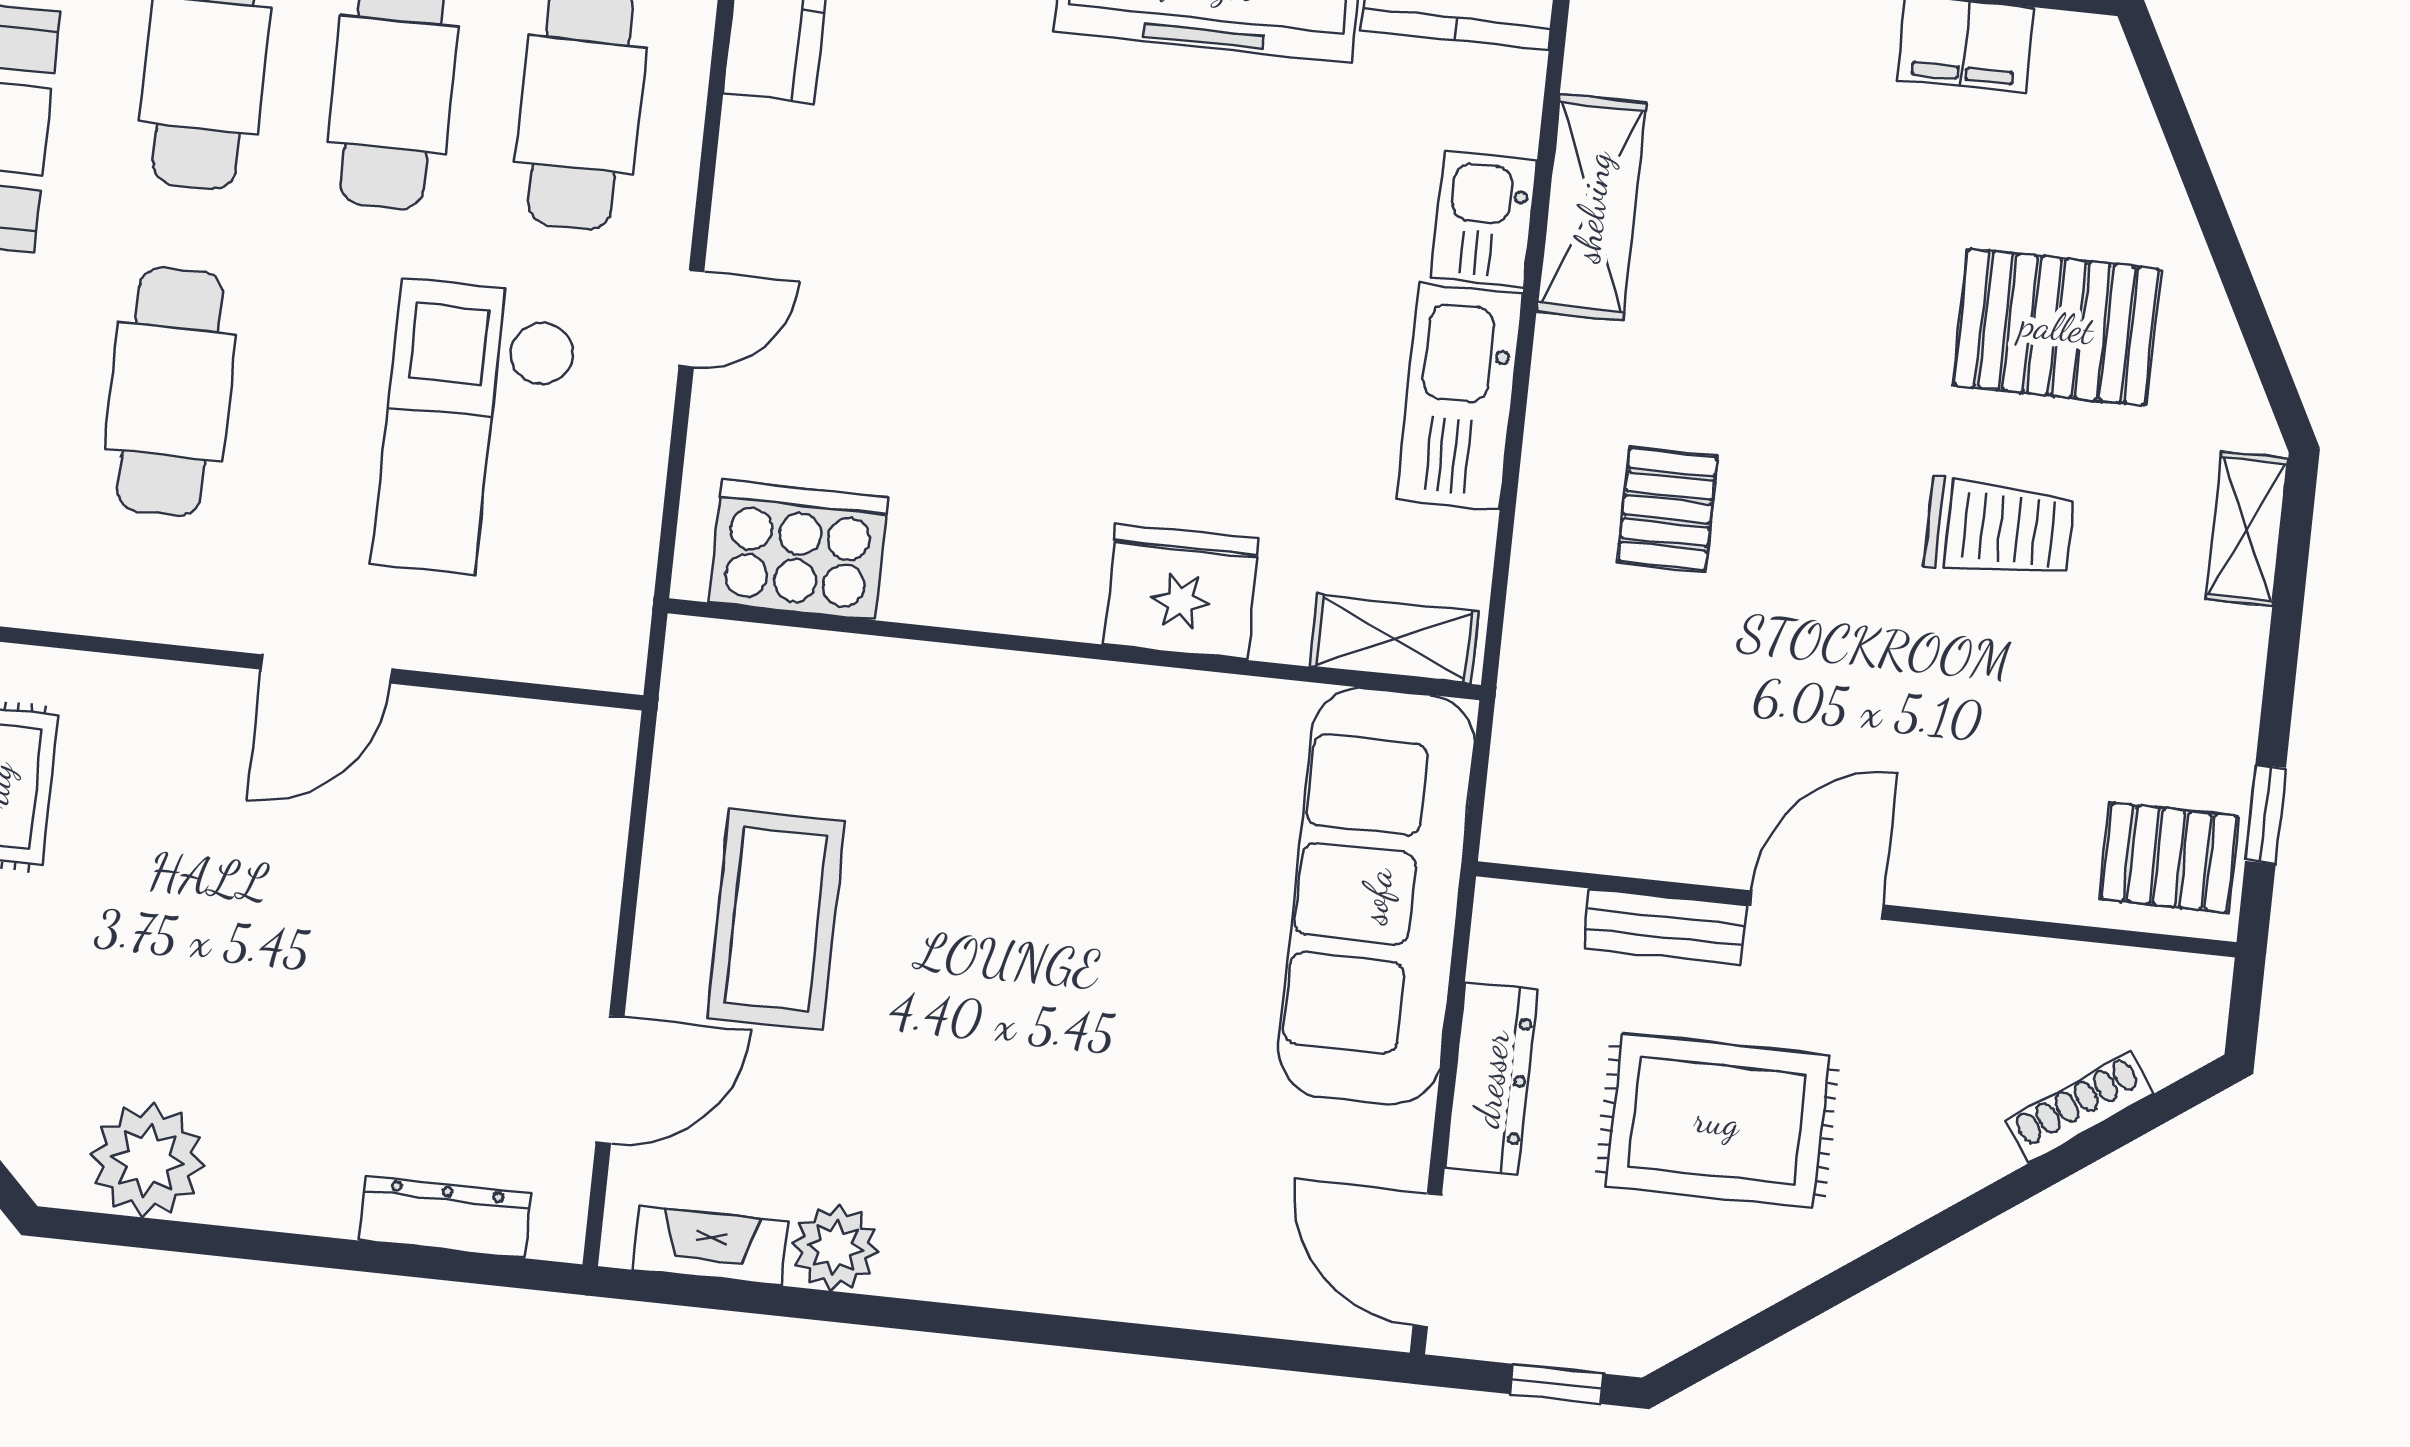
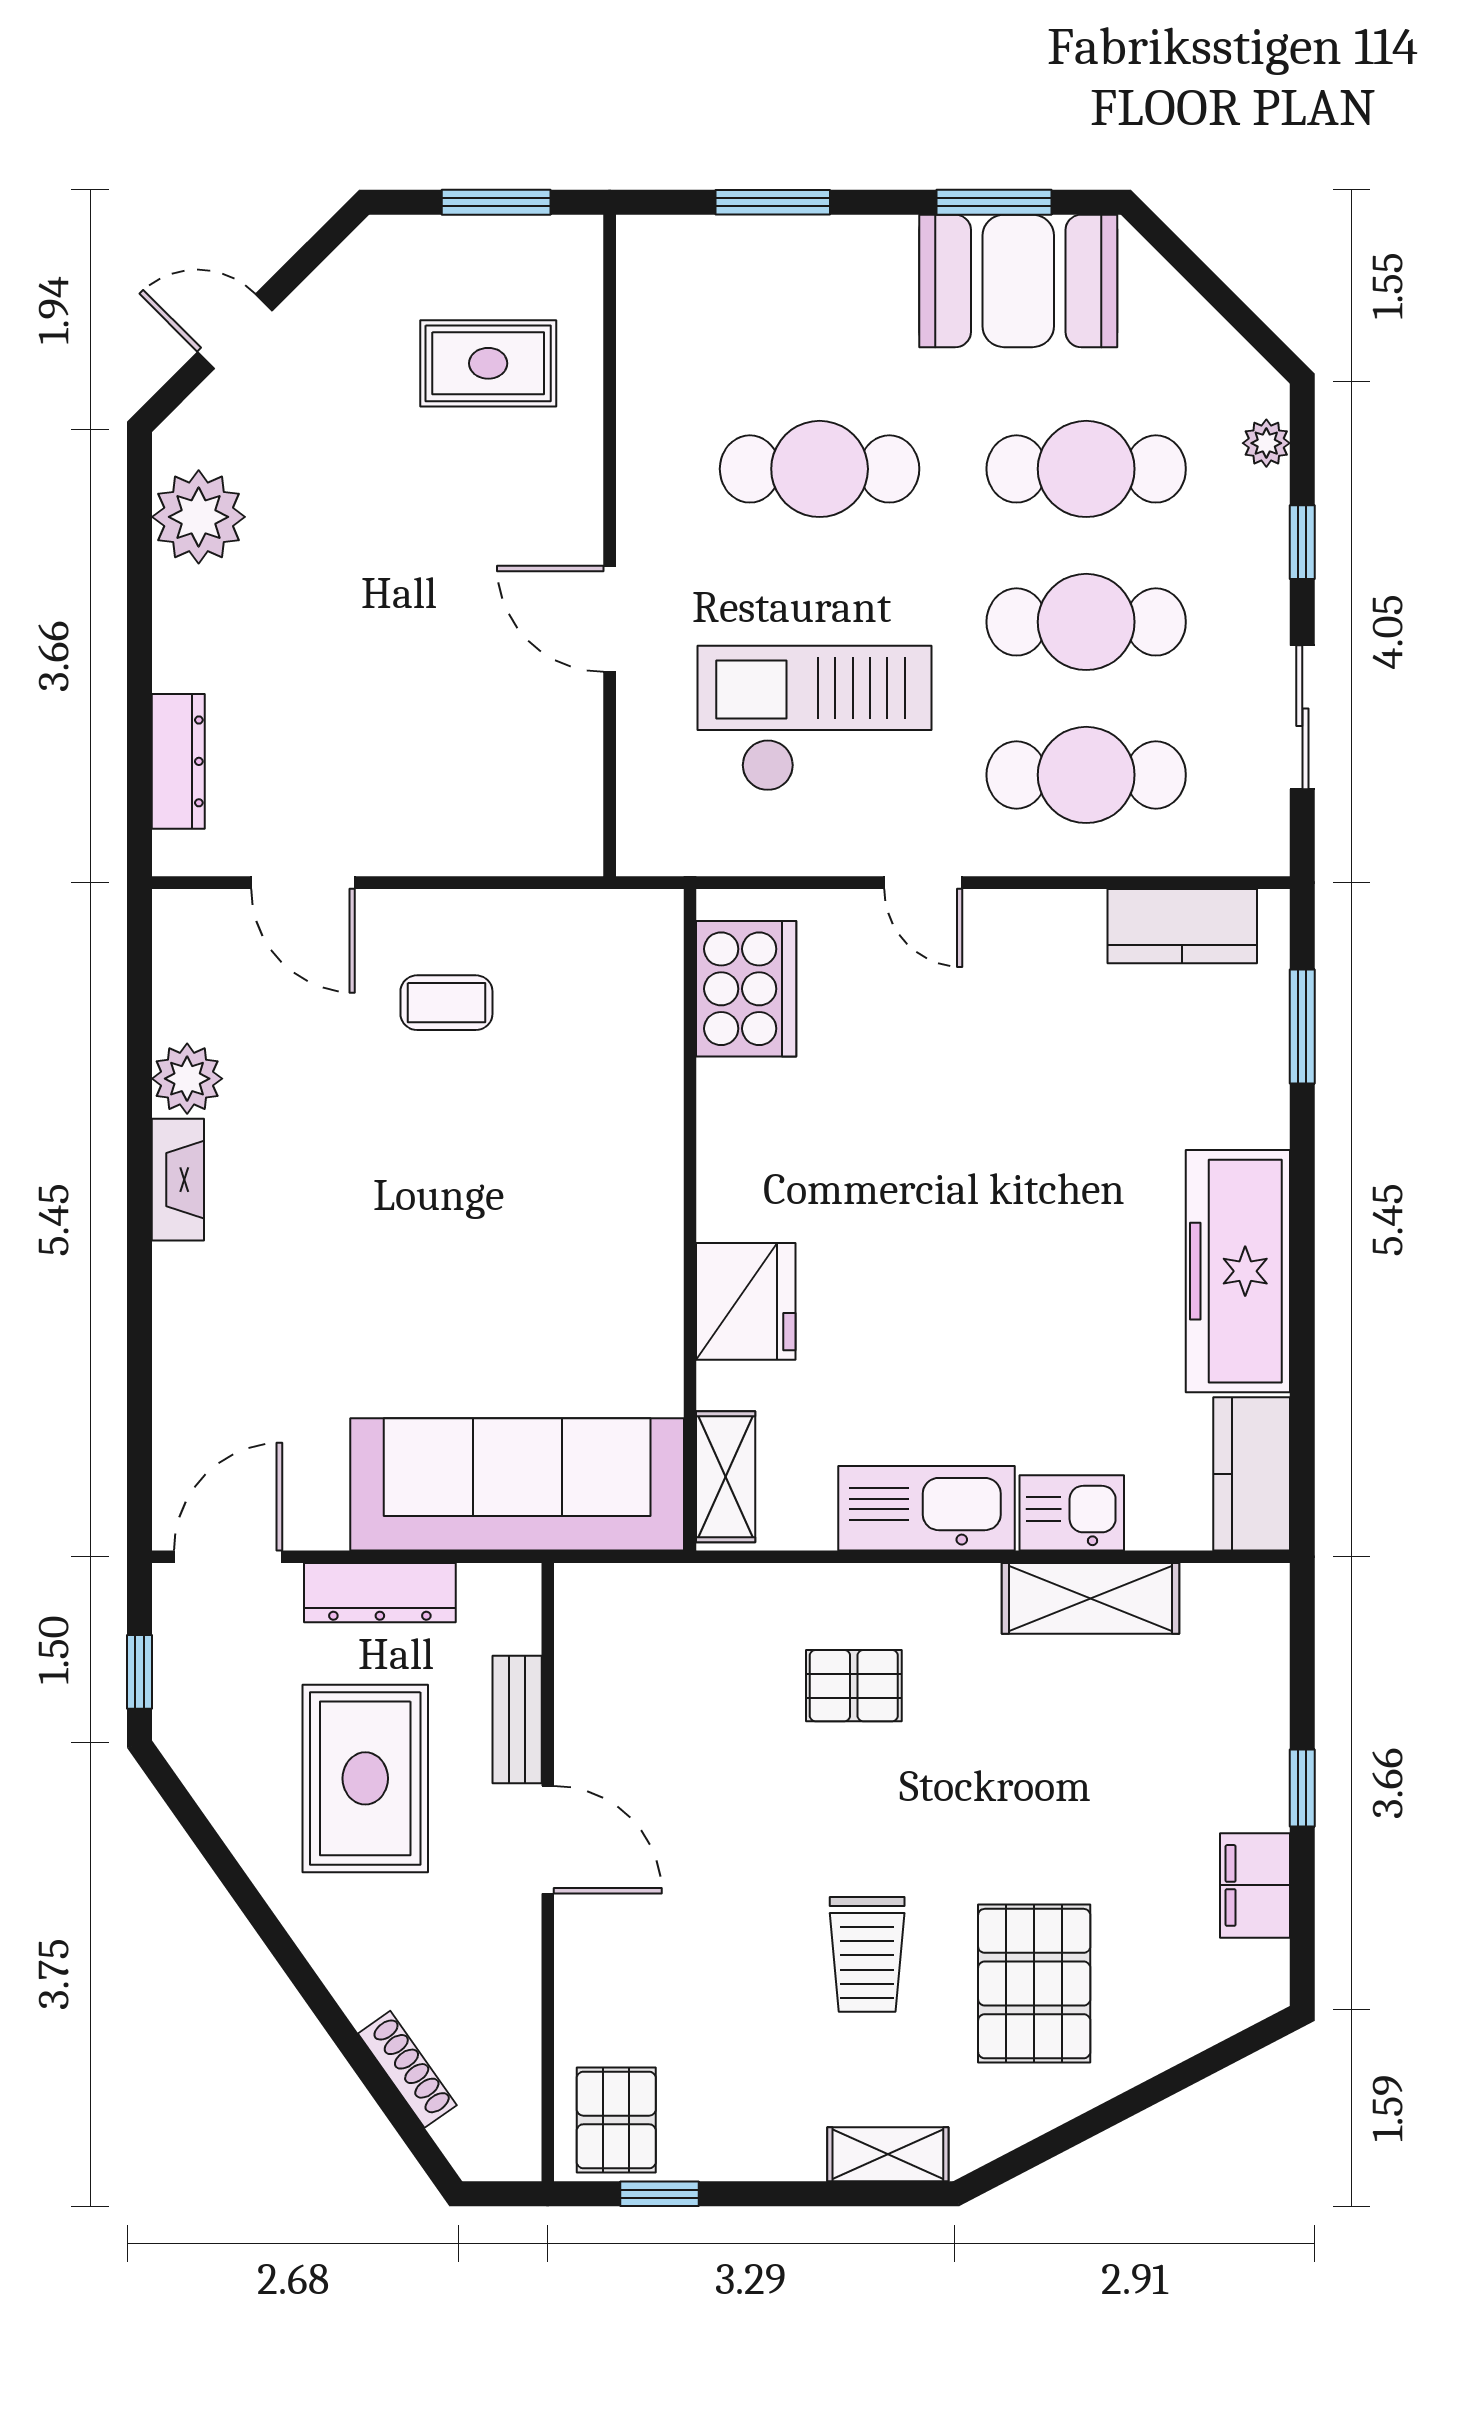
coffee table: (776, 920) -> (446, 1003), width x0.54, depth x0.58
fireplace: (710, 1246) -> (178, 1180), moved

